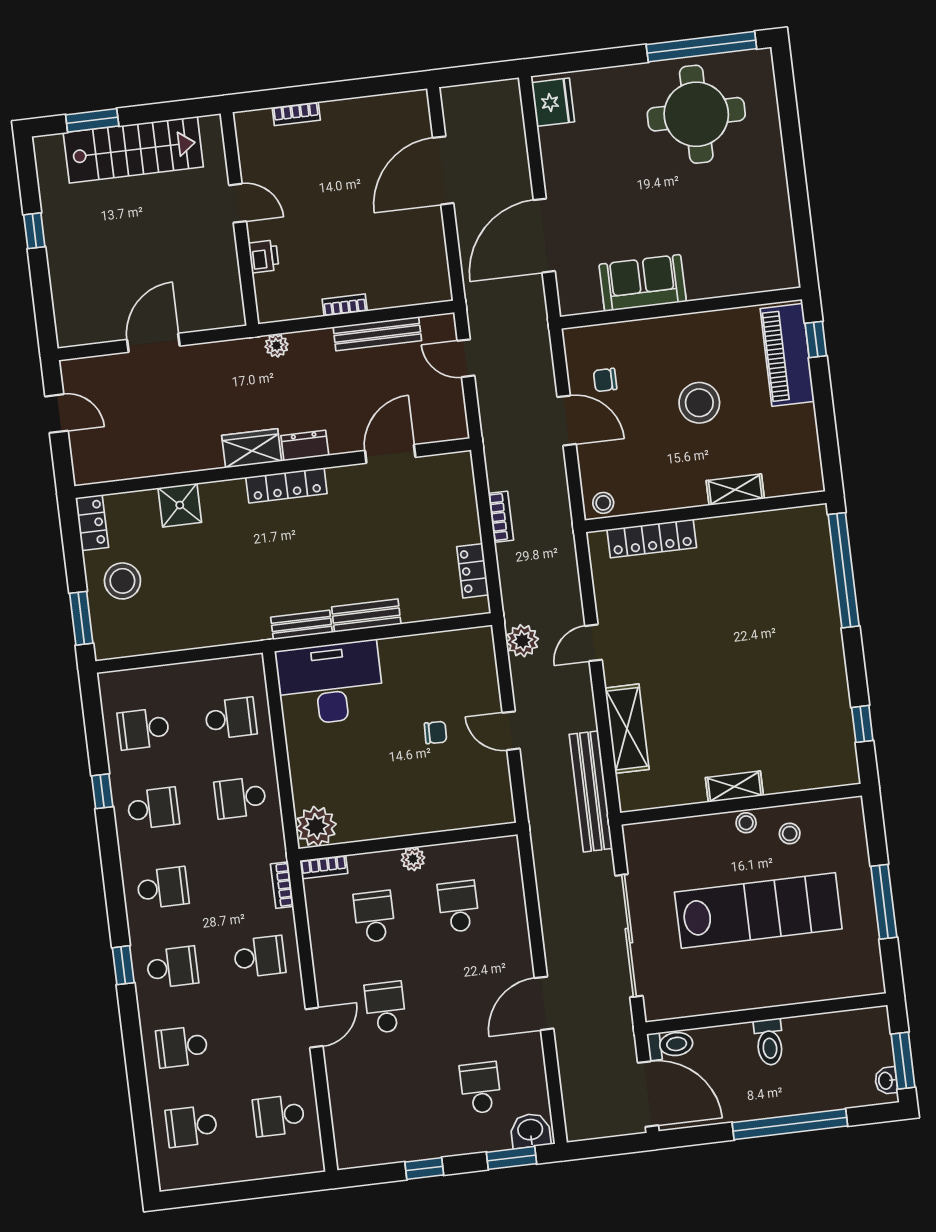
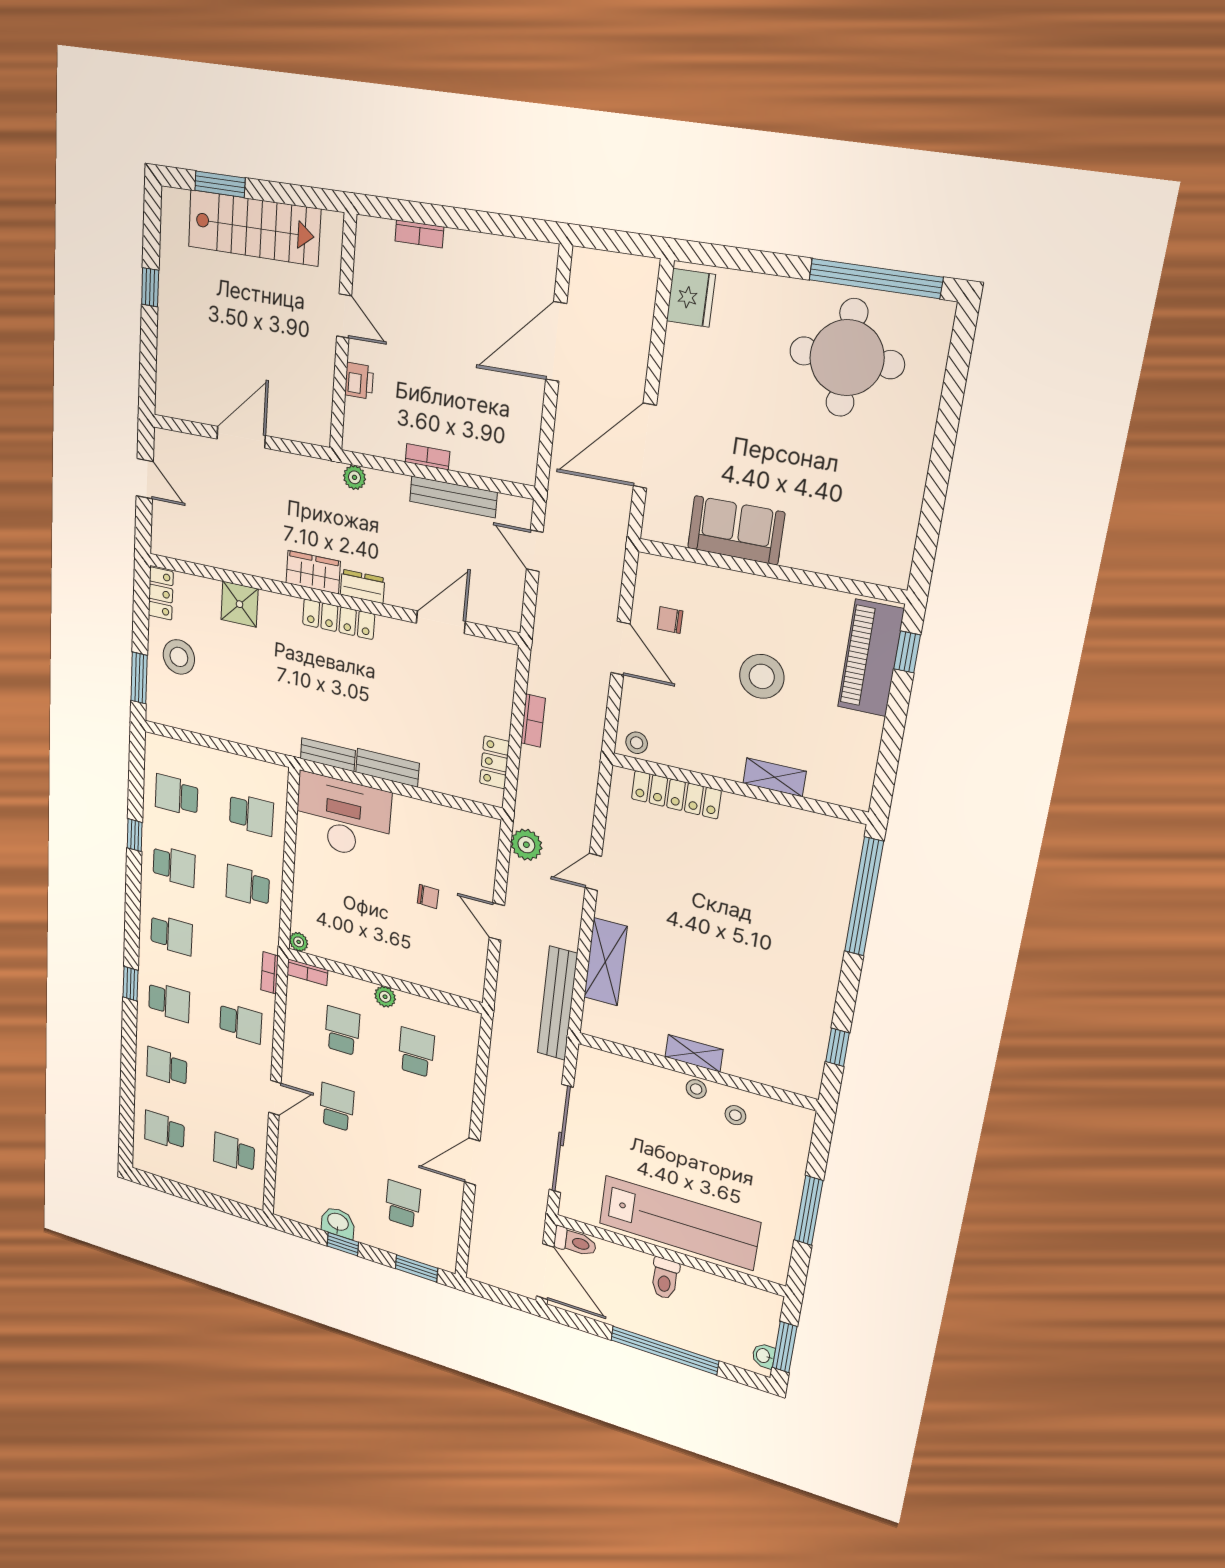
plant: (316, 826) -> (299, 942), width x0.53, depth x0.53
lab bench: (758, 910) -> (679, 1223), moved
washbasin: (530, 1131) -> (338, 1222), moved

